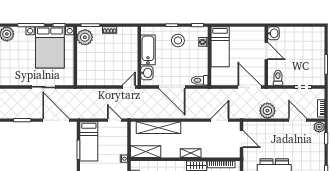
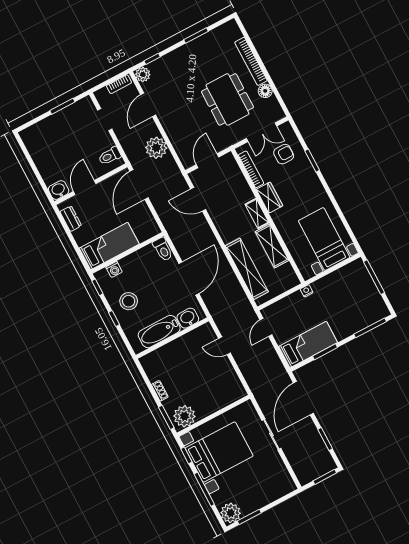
dresser: (251, 31) -> (71, 219), added
door: (129, 87) -> (224, 346), moved
shelving: (146, 152) -> (272, 246), moved

